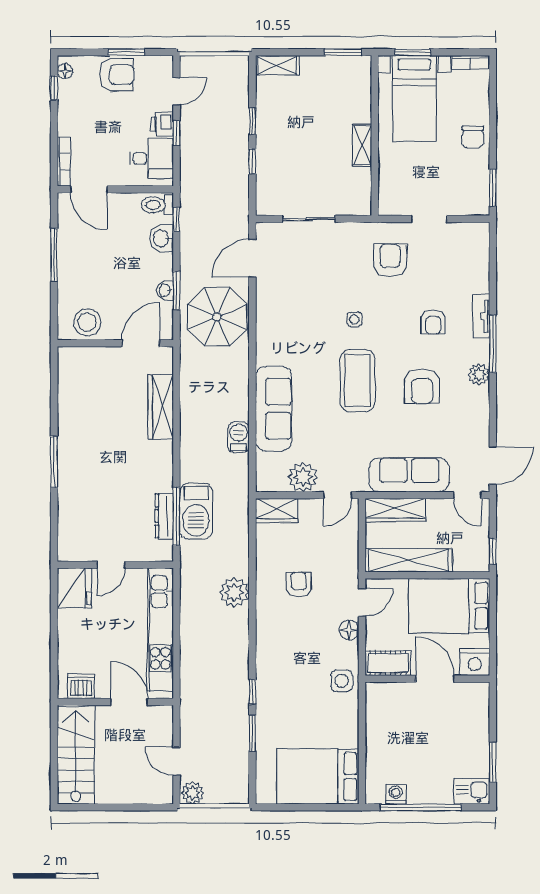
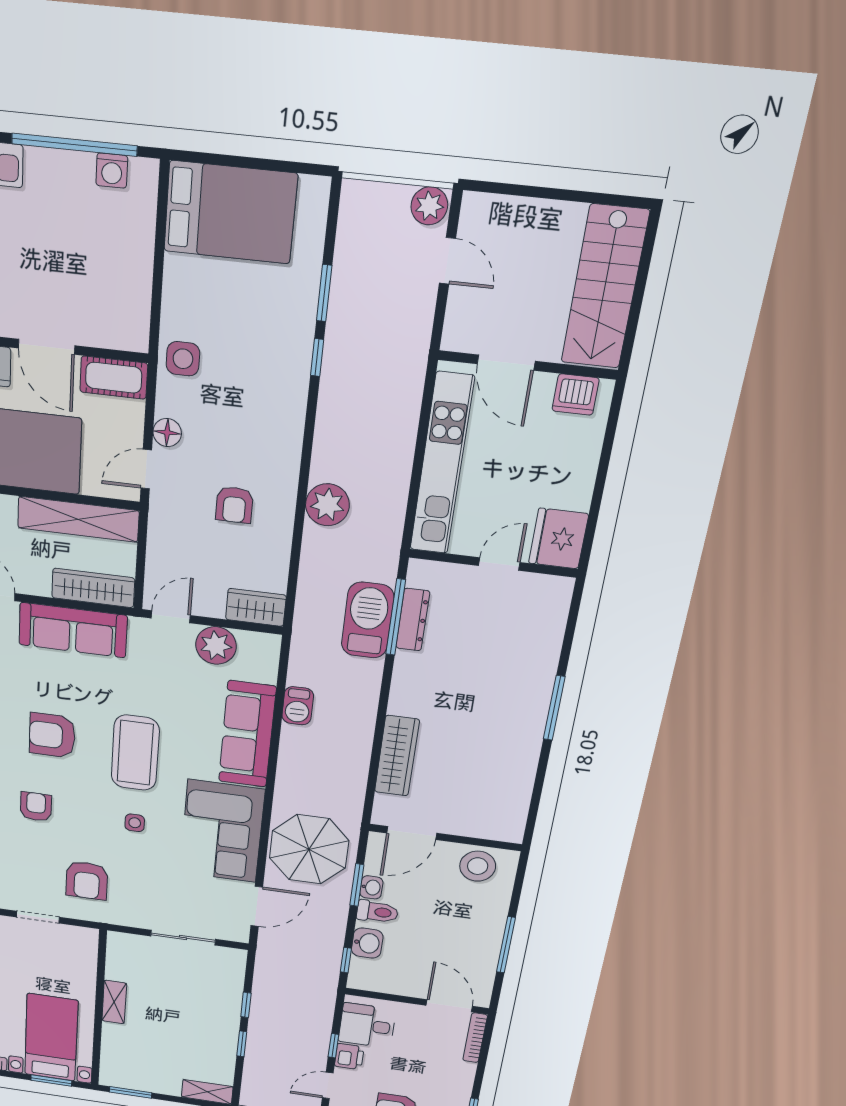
toilet: (157, 205) -> (377, 912), moved
corner sofa: (286, 322) -> (222, 831), added
armchair: (422, 386) -> (52, 735), turned -90

